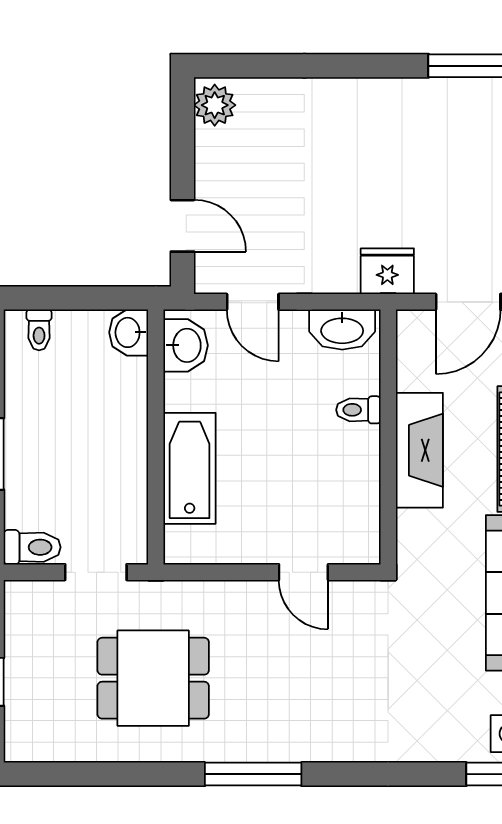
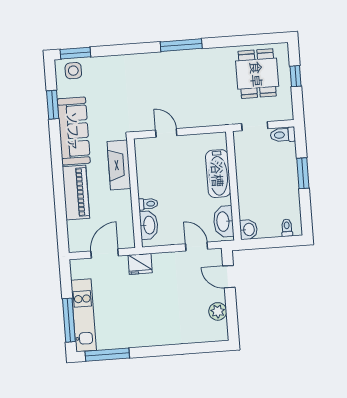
plant: (215, 105) -> (218, 311), moved
washbasin: (342, 330) -> (149, 225), moved, turned 90
washbasin: (186, 345) -> (223, 222), width x1.38
fireplace: (419, 450) -> (119, 165), moved
dining table: (153, 678) -> (257, 74), moved, turned 90

